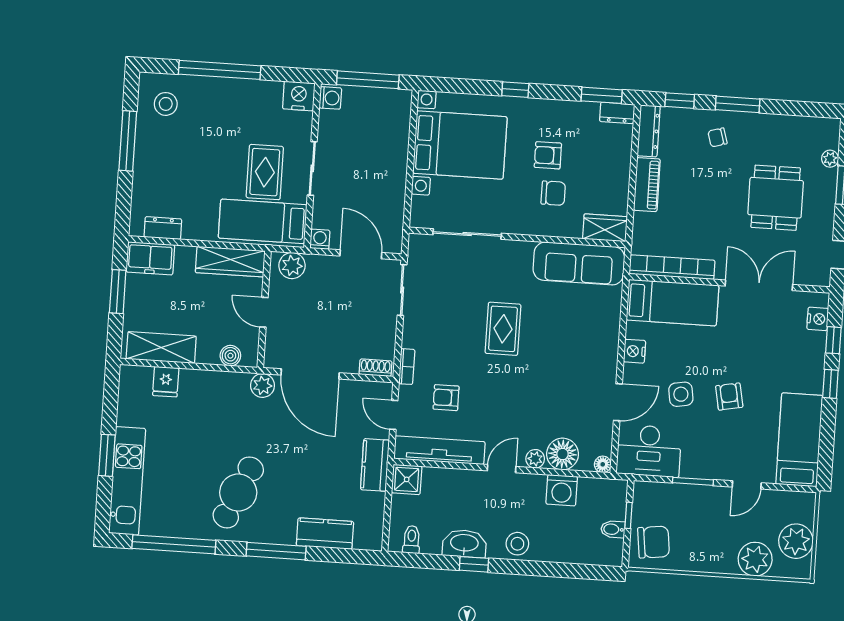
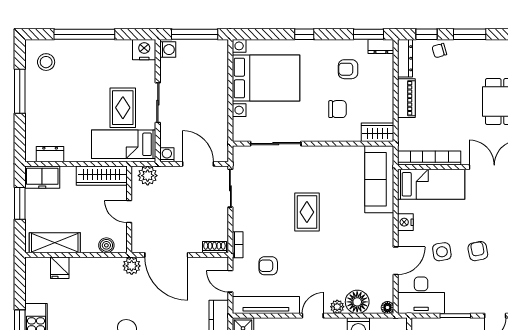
chair: (717, 137) -> (439, 51), moved
armchair: (548, 155) -> (348, 69), moved
sofa: (579, 263) -> (379, 179), moved, turned 90

